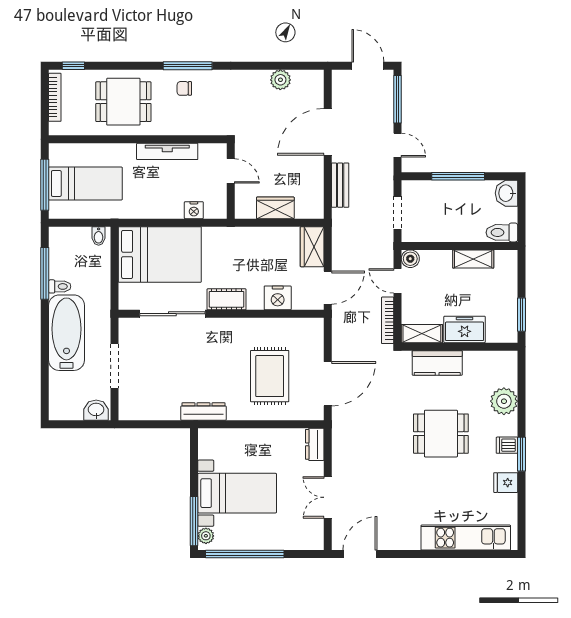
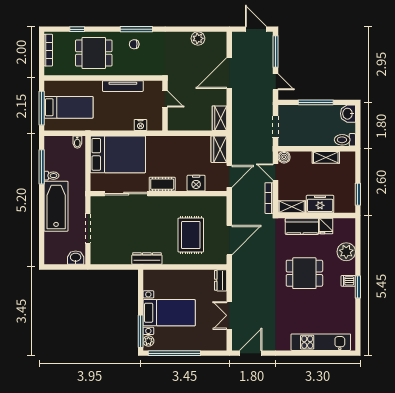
window: (73, 66) -> (77, 29), moved
bench: (340, 185) -> (238, 108), removed
wardrobe: (275, 208) -> (219, 118), moved, turned -90
fridge: (506, 483) -> (326, 226), moved, turned -90

